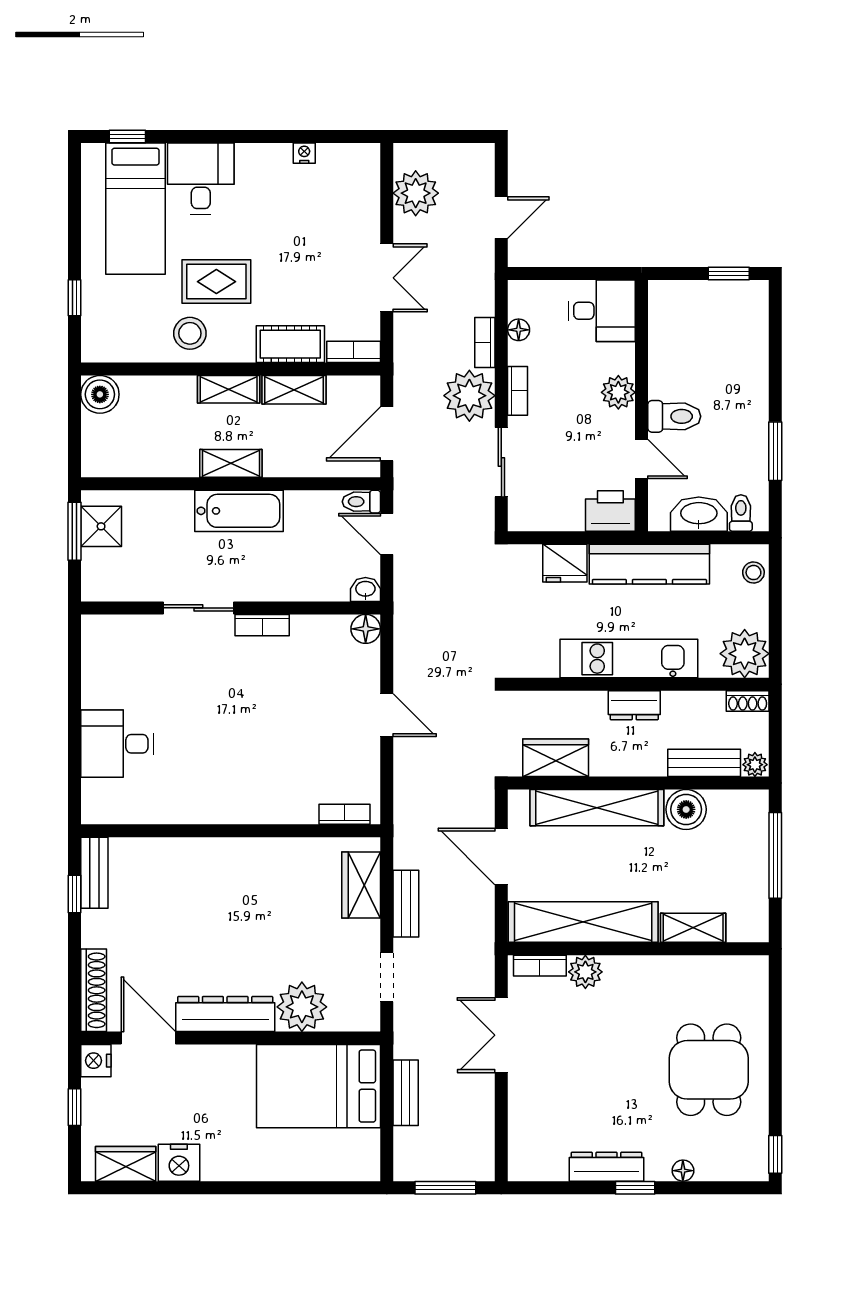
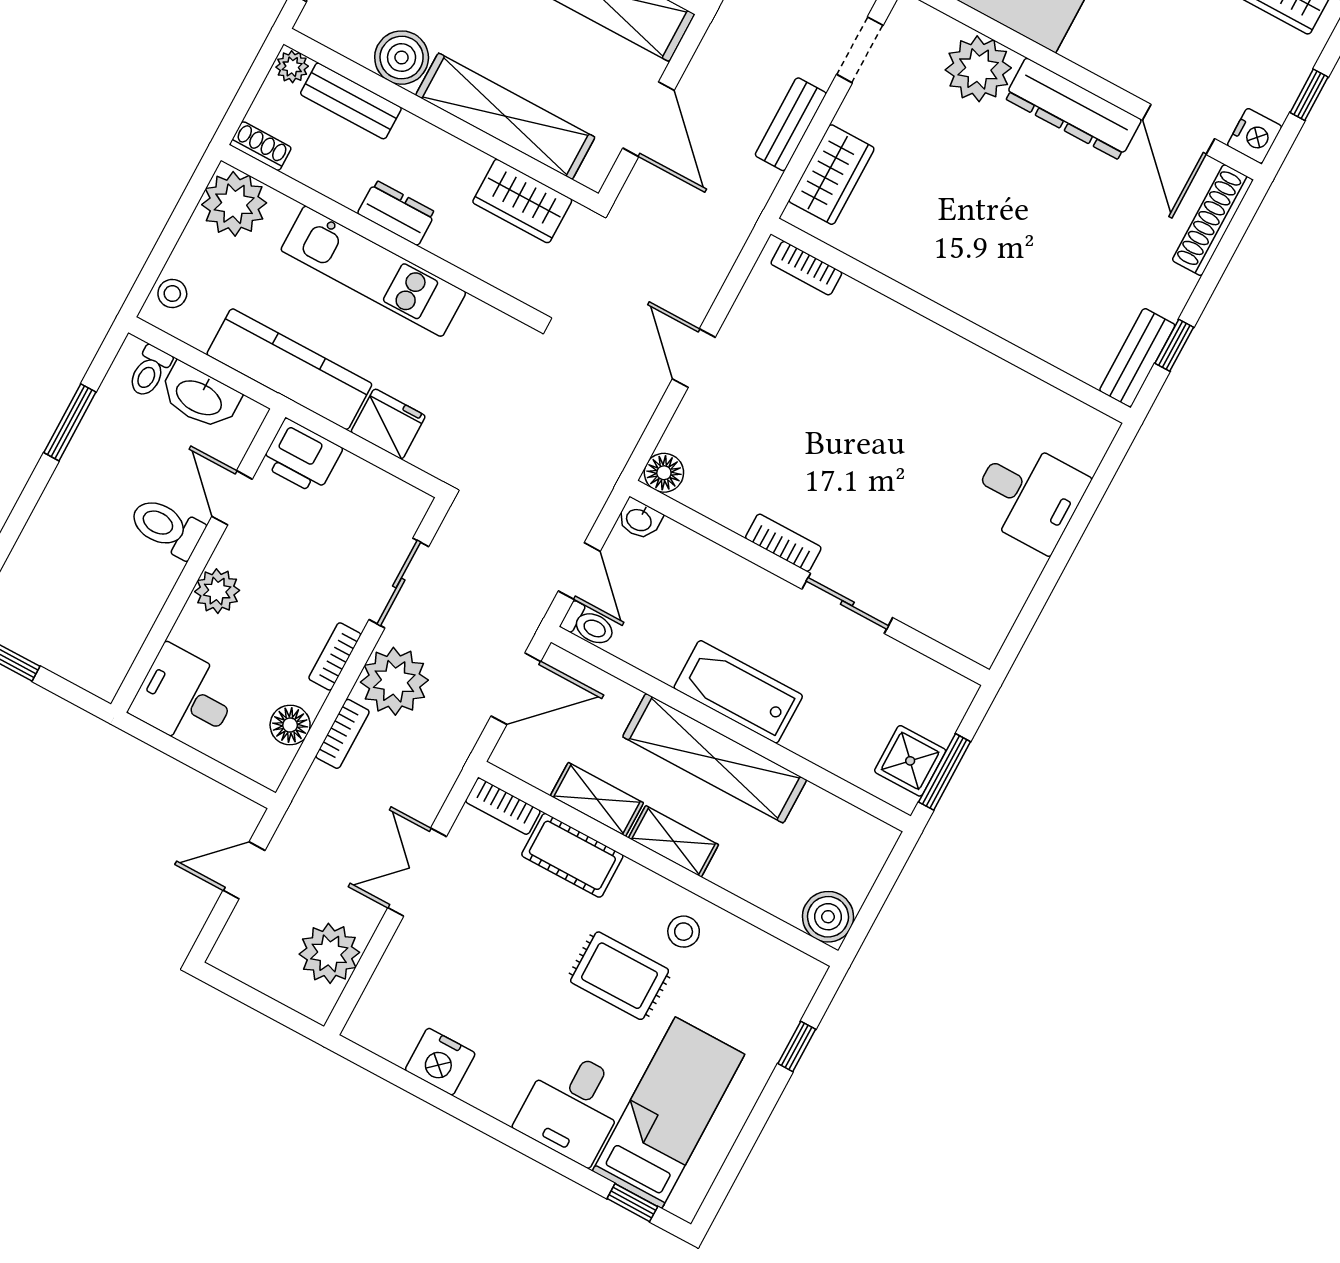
nightstand: (304, 153) -> (440, 1062), width x1.89, depth x1.79
floor lamp: (519, 330) -> (290, 725), width x1.37, depth x1.37
stool: (190, 333) -> (684, 932), width x0.73, depth x0.73
shelving: (231, 463) -> (715, 758), width x2.20, depth x1.33

